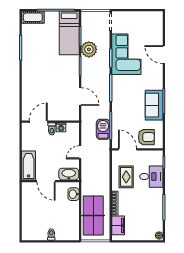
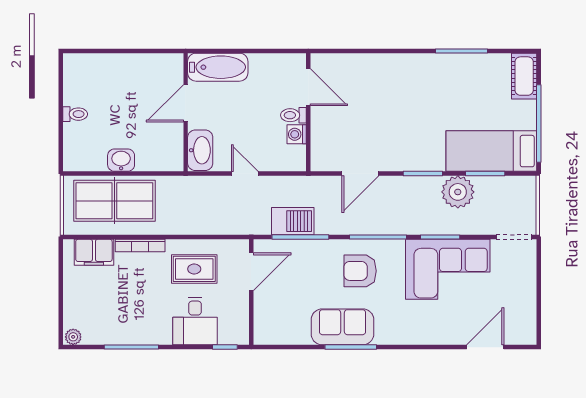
door: (164, 55) -> (485, 347), moved
armchair: (146, 137) -> (360, 271), moved, turned 90
washbasin: (74, 194) -> (121, 160), moved

